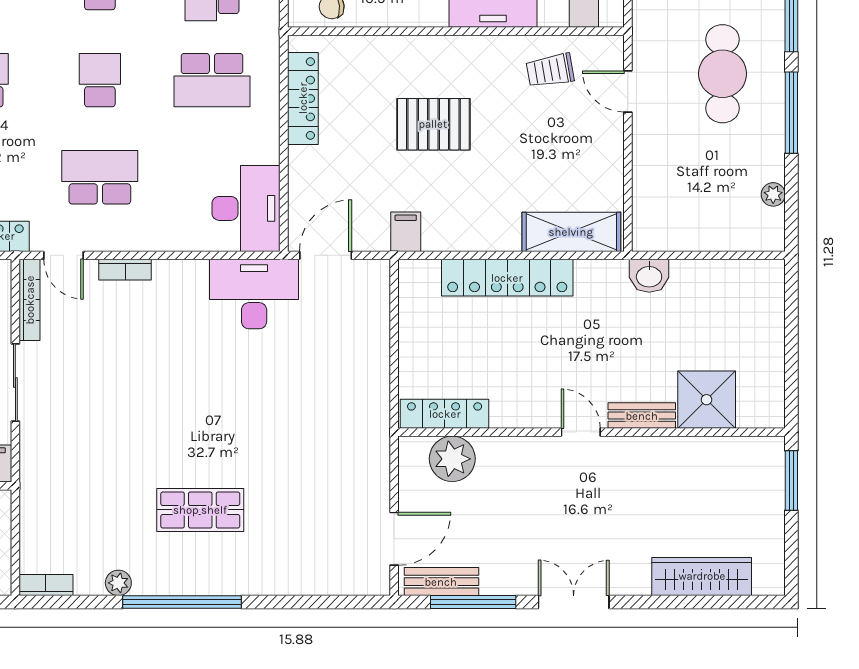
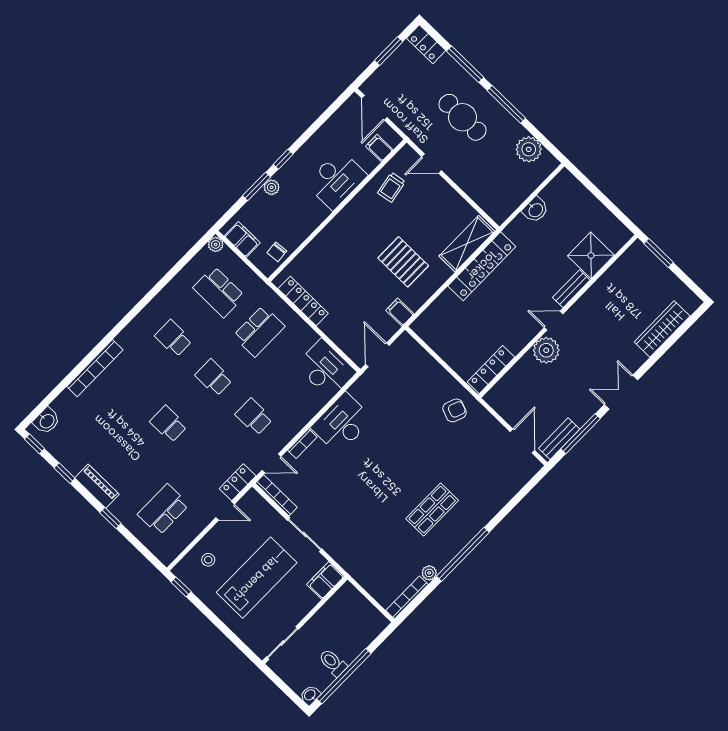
pallet: (433, 124) -> (403, 262), moved, turned 90
school desk: (100, 177) -> (254, 417), width x0.54
plant: (773, 194) -> (529, 149), width x1.88, depth x1.88
washbasin: (649, 276) -> (535, 210), moved
locker: (507, 278) -> (482, 266), moved
desk: (254, 294) -> (342, 423), moved
armchair: (350, 418) -> (455, 410), added
plant: (452, 459) -> (546, 350), moved
bookcase: (46, 585) -> (407, 597), width x1.56

